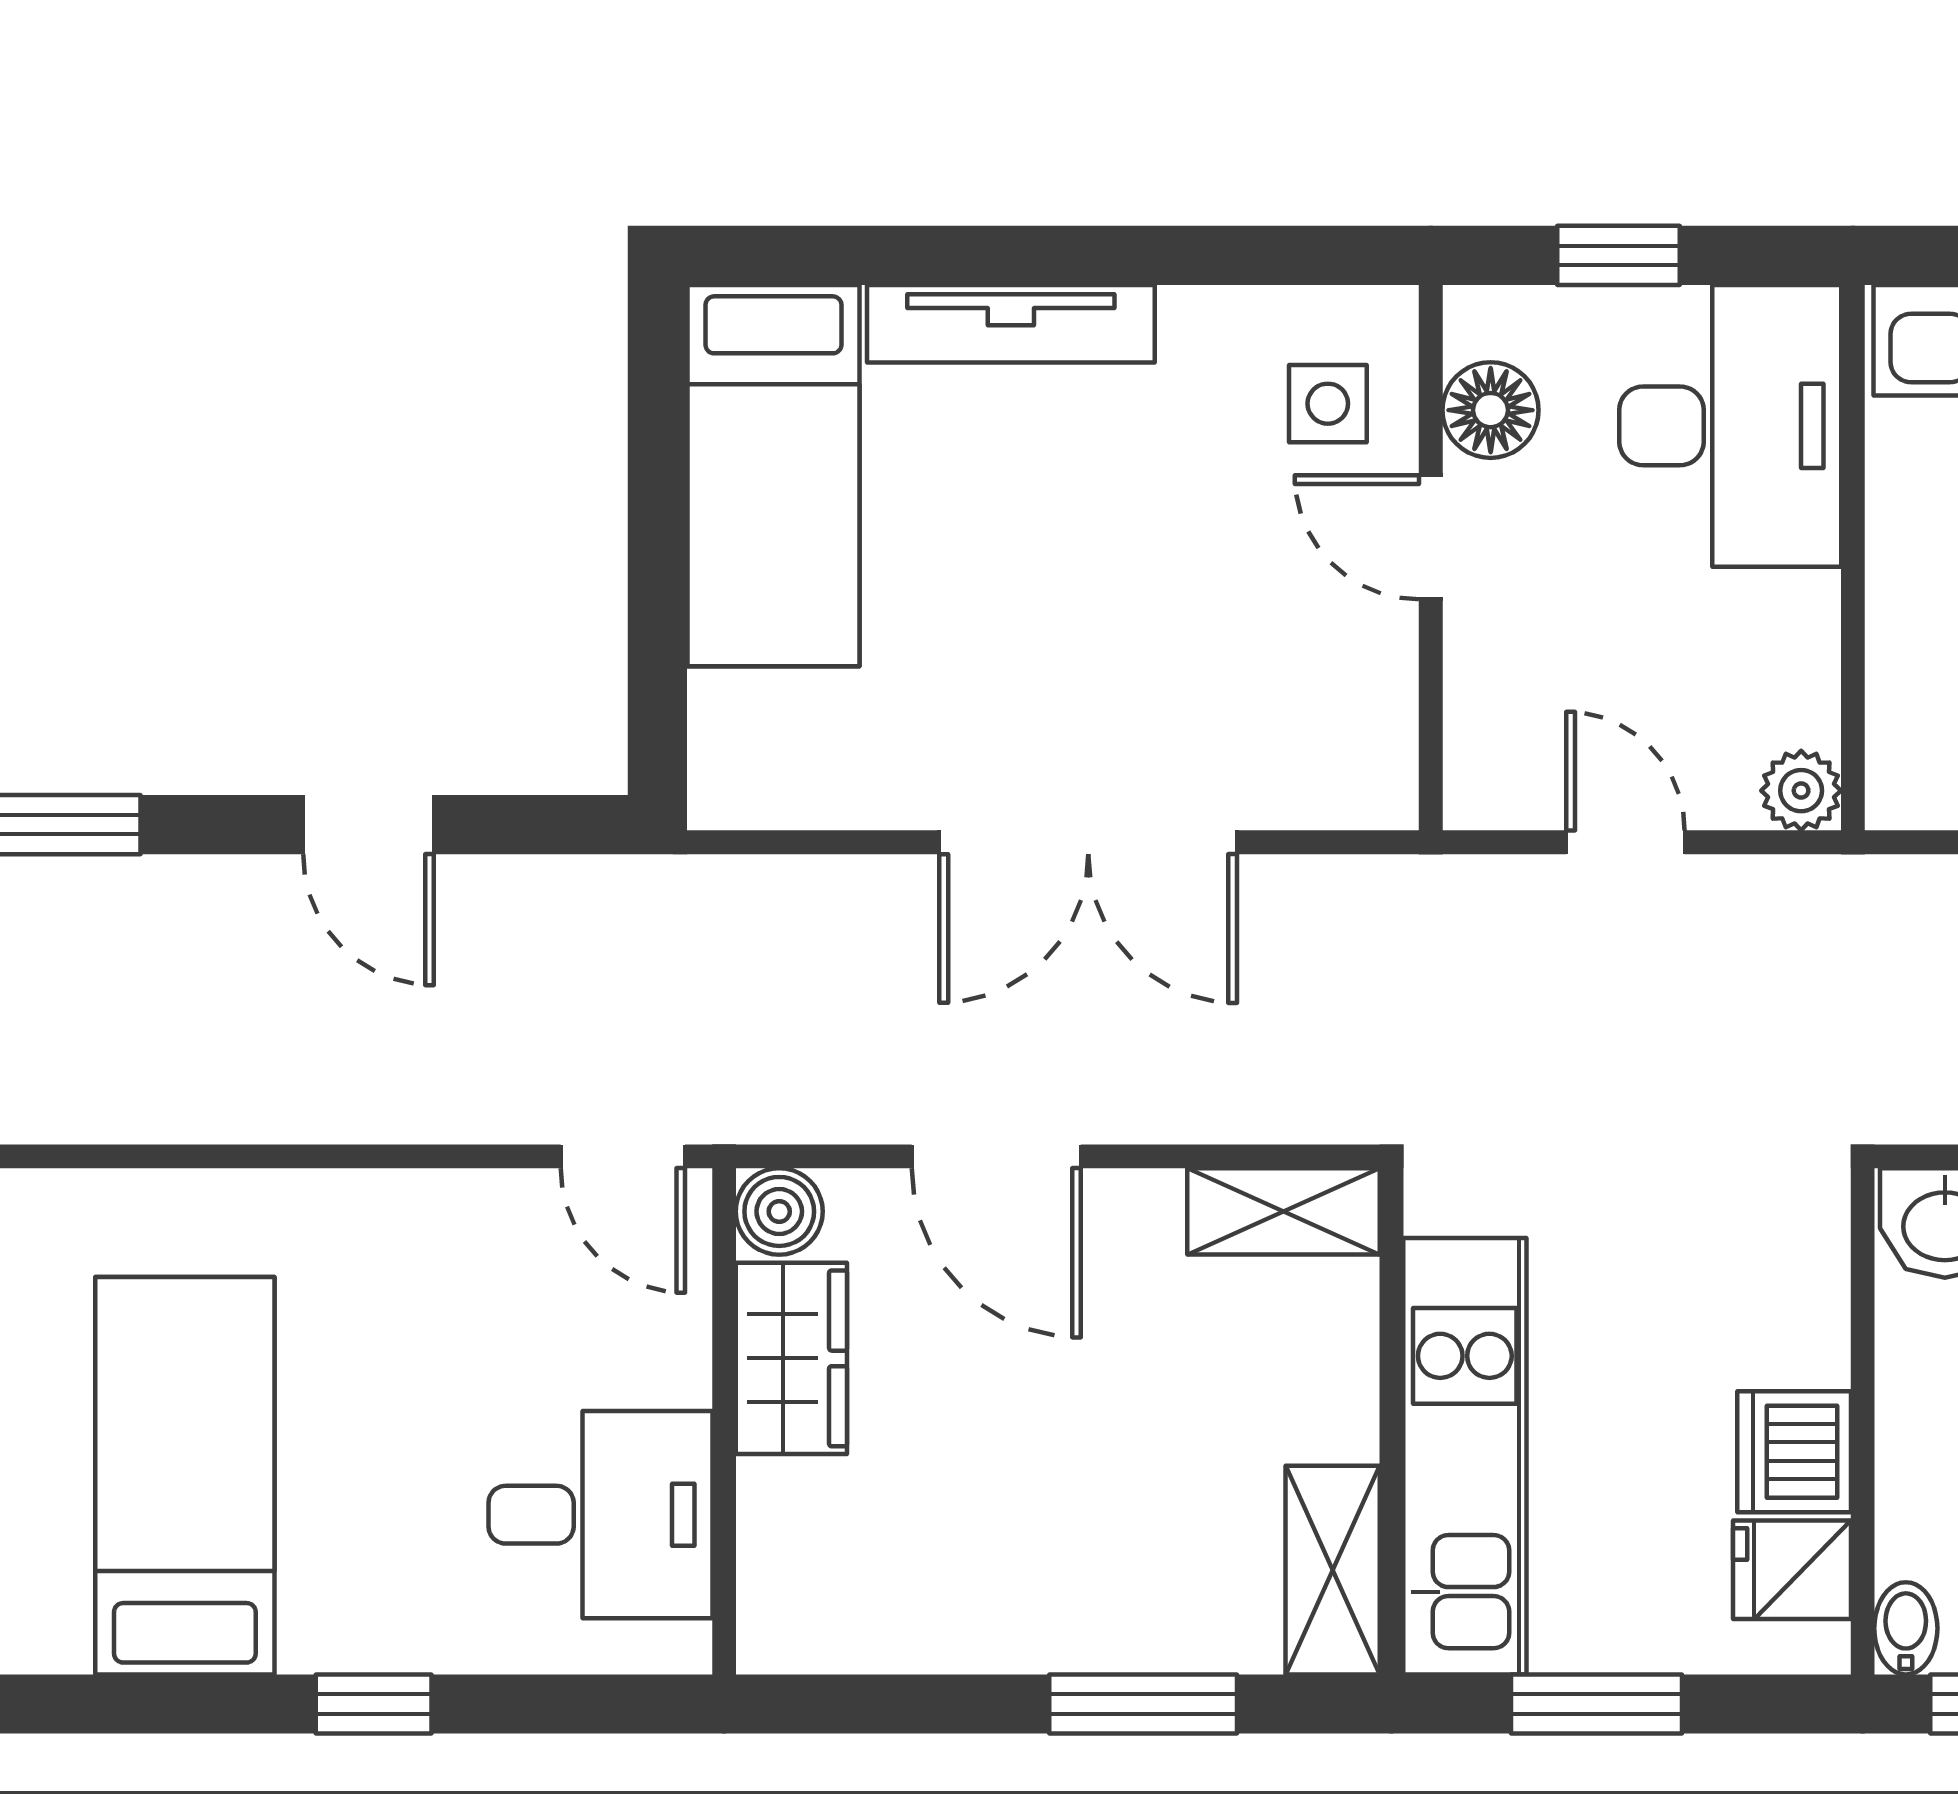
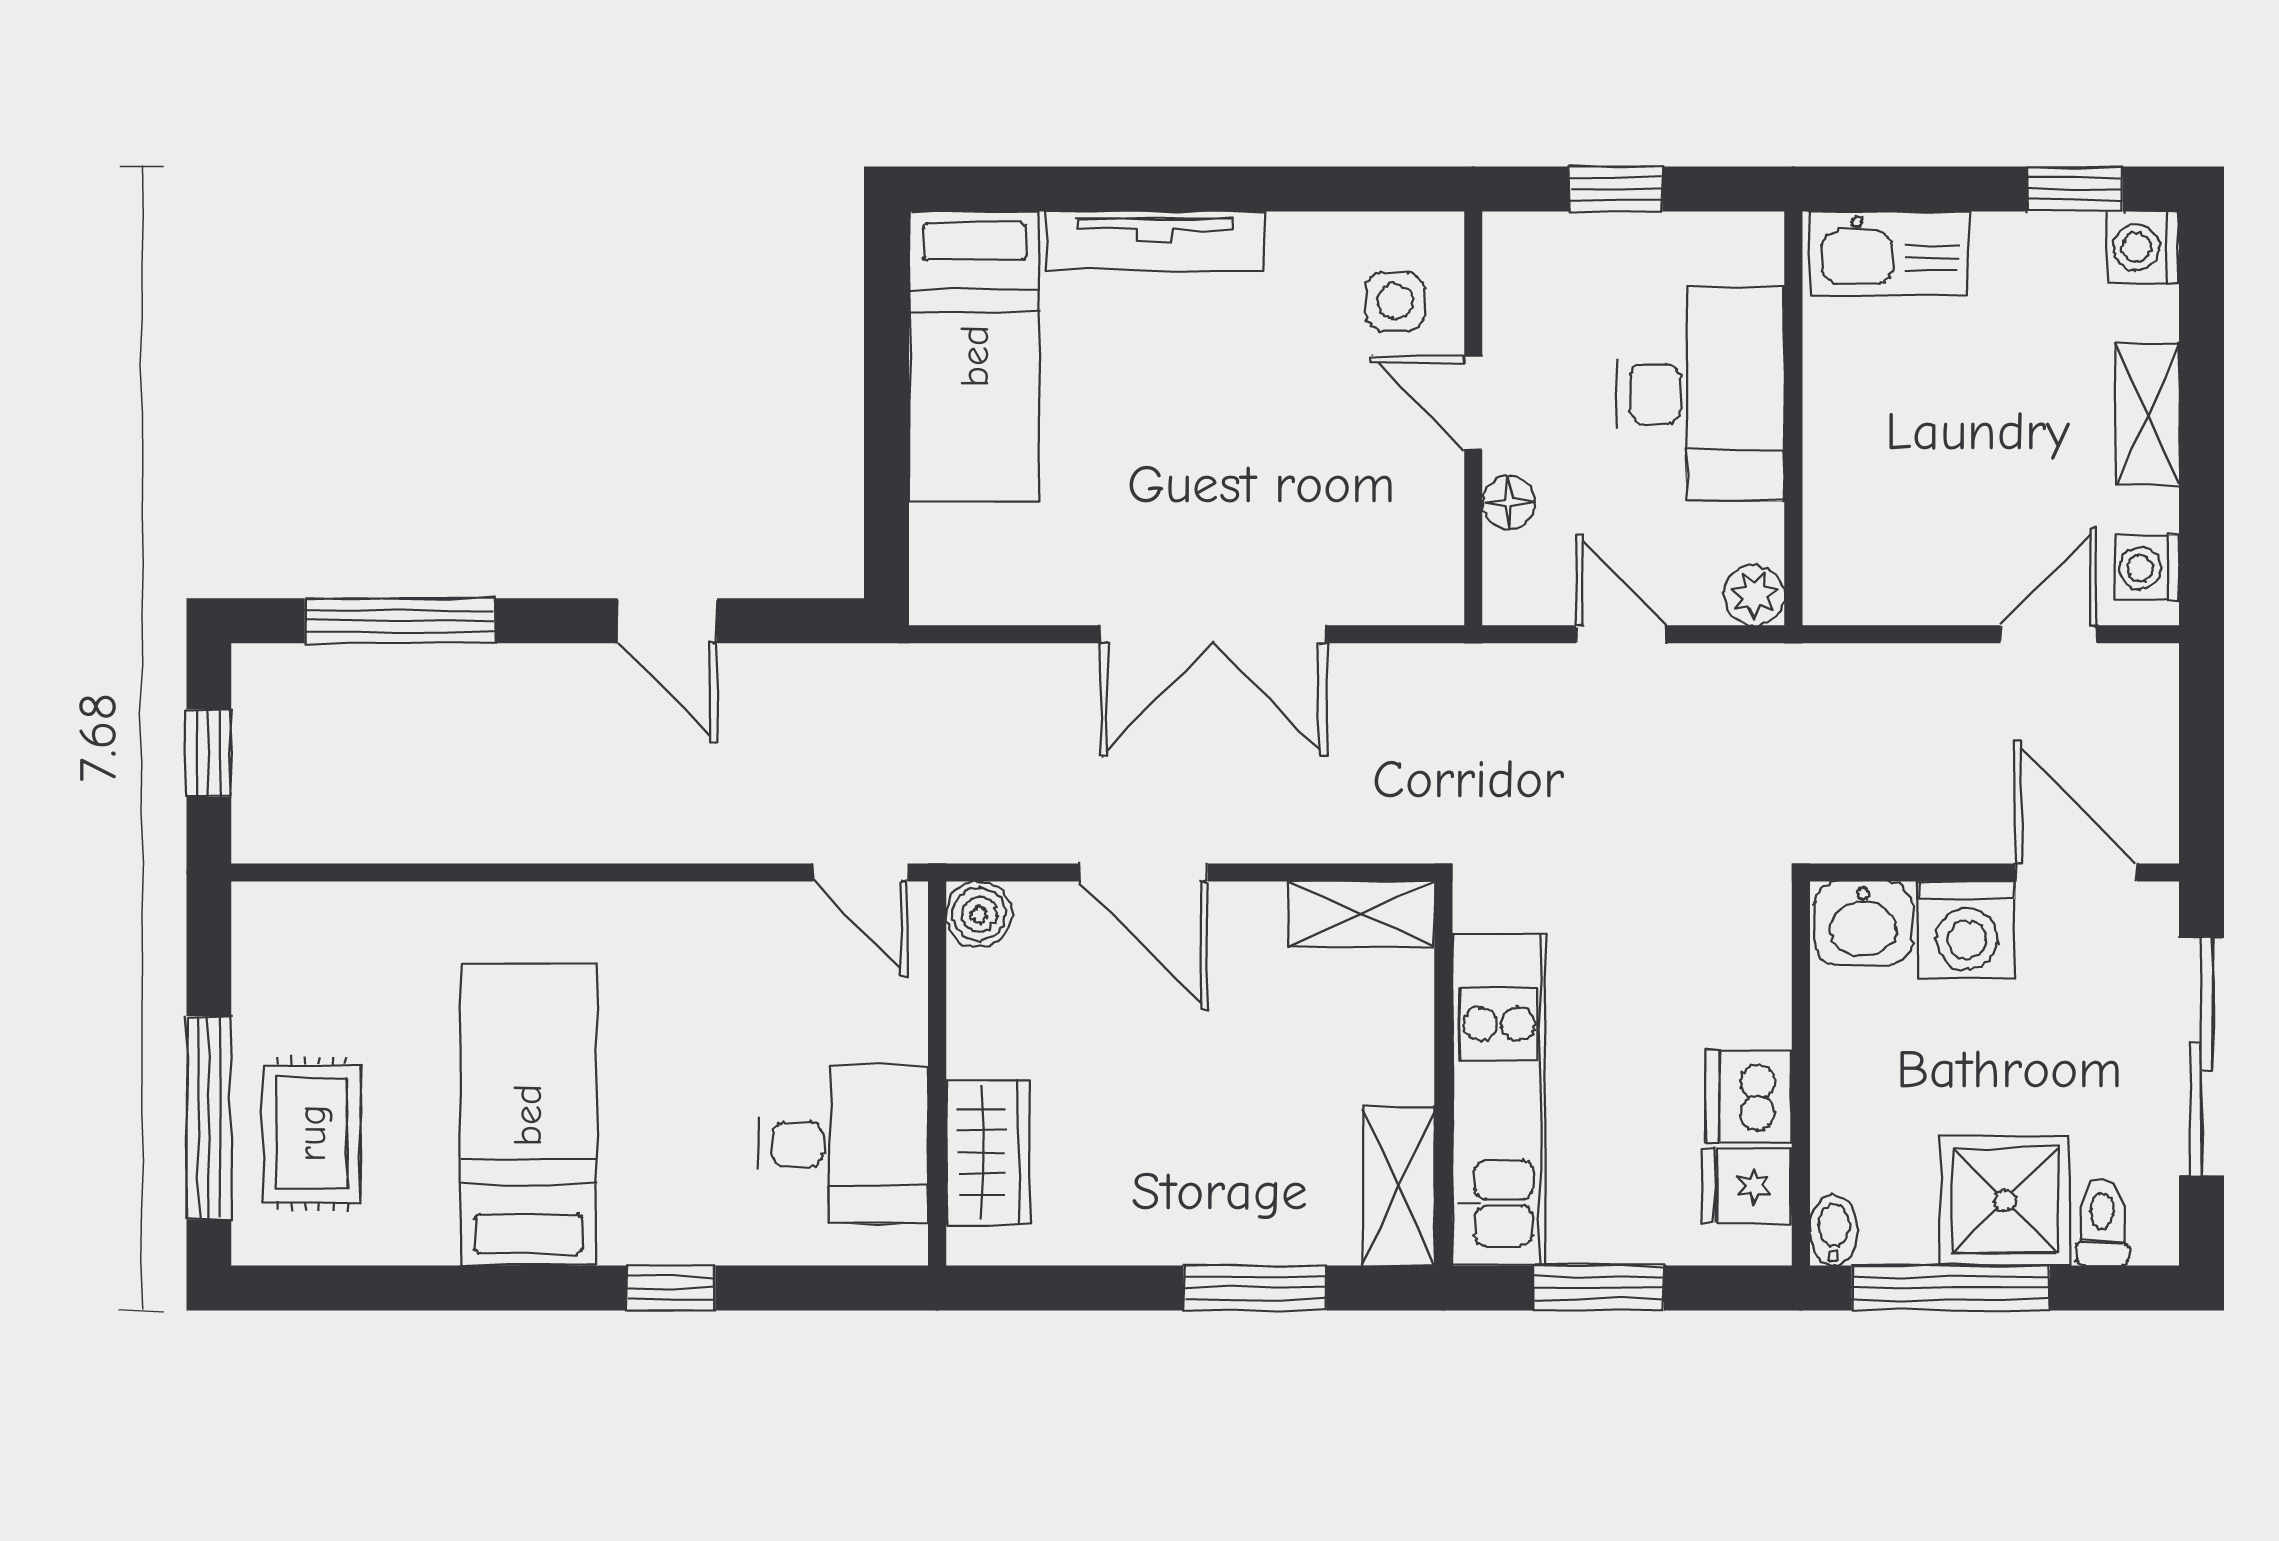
floor lamp: (1491, 410) -> (1509, 502), moved, width x0.73, depth x0.73
desk: (1730, 426) -> (1700, 394), moved
wardrobe: (791, 1358) -> (988, 1152), moved

